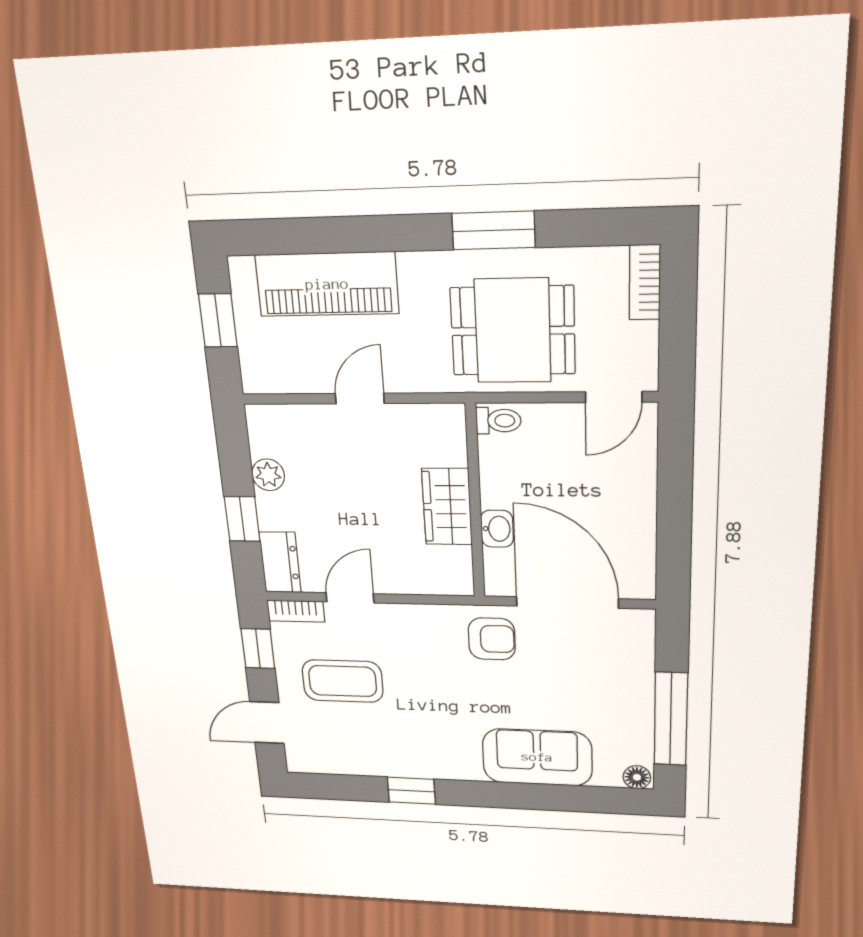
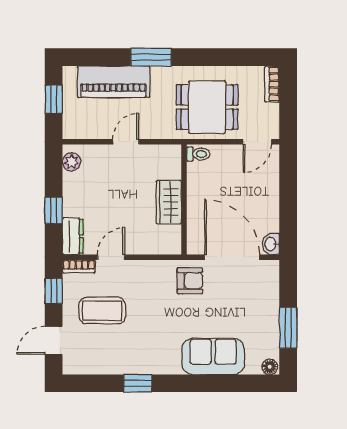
window: (493, 230) -> (151, 57), moved
plant: (268, 475) -> (71, 162), moved
washbasin: (497, 529) -> (271, 244), moved, turned 180
window: (671, 719) -> (288, 328), width x0.69

